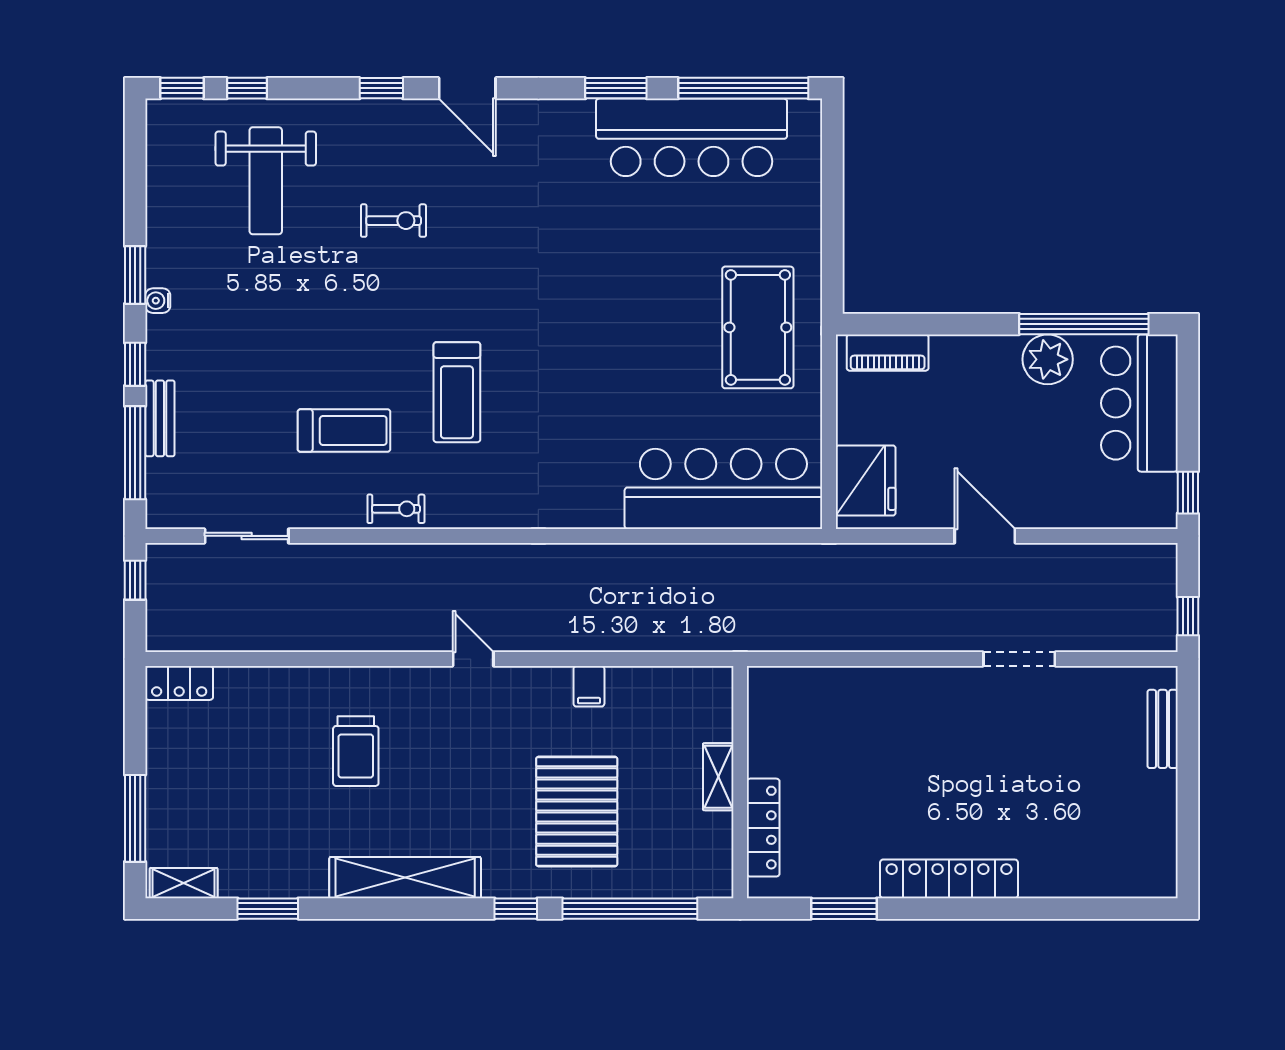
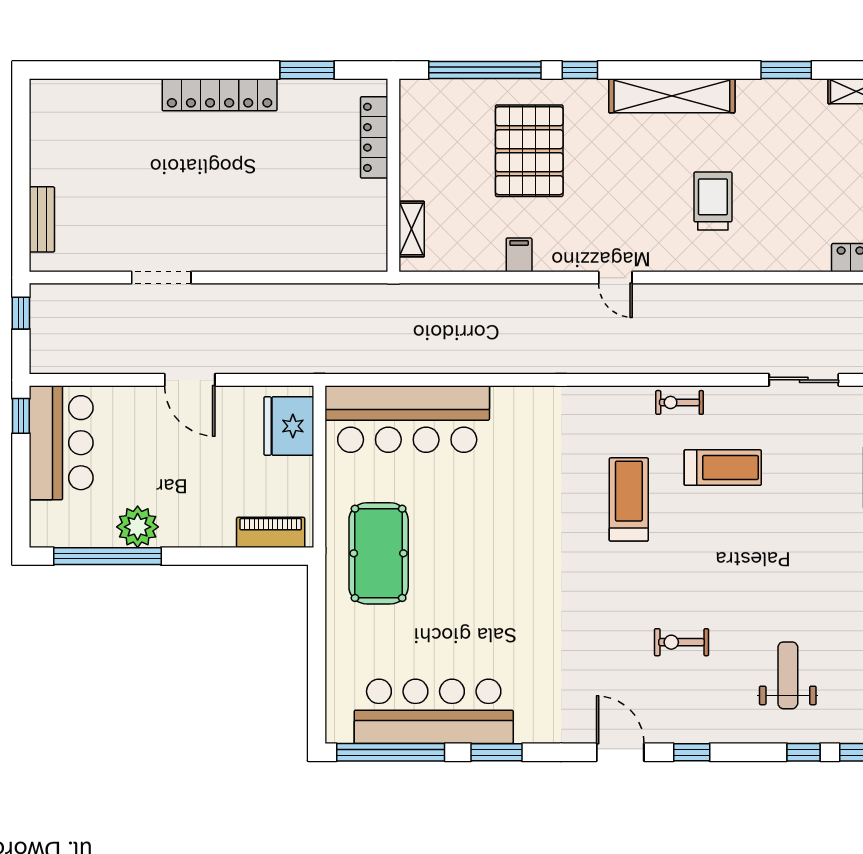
weight bench: (266, 181) -> (788, 675), width x0.73, depth x0.75
bar counter: (1139, 403) -> (61, 443), moved
treadmill: (344, 431) -> (723, 468), turned 180
shelving: (718, 777) -> (412, 229), moved

